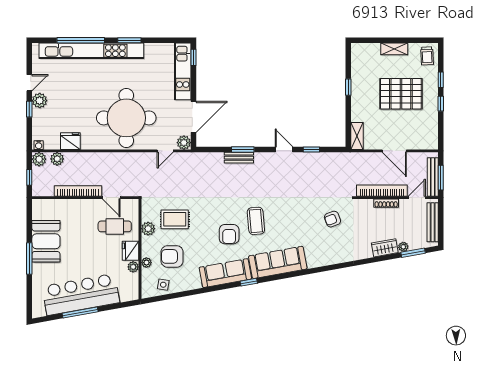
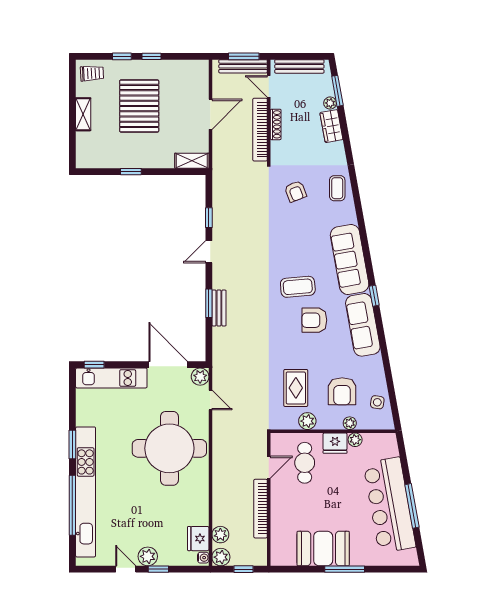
fridge: (70, 141) -> (198, 539), moved
armchair: (229, 234) -> (314, 320), turned 180
coffee table: (335, 253) -> (337, 188), added

